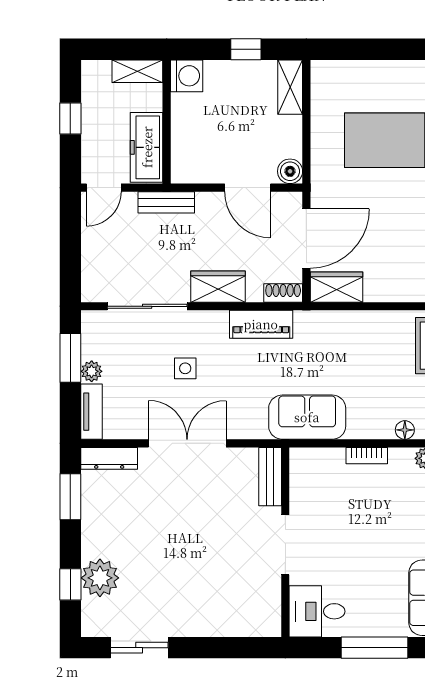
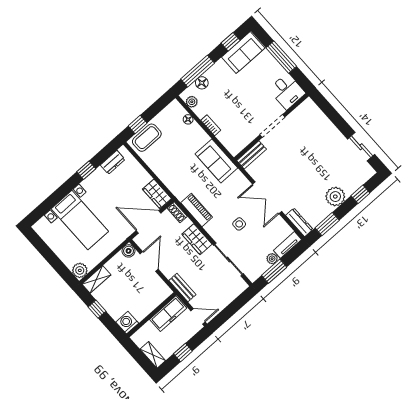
shelving: (137, 71) -> (153, 355), moved
plant: (325, 75) -> (80, 270), added
plant: (100, 578) -> (335, 197), moved

